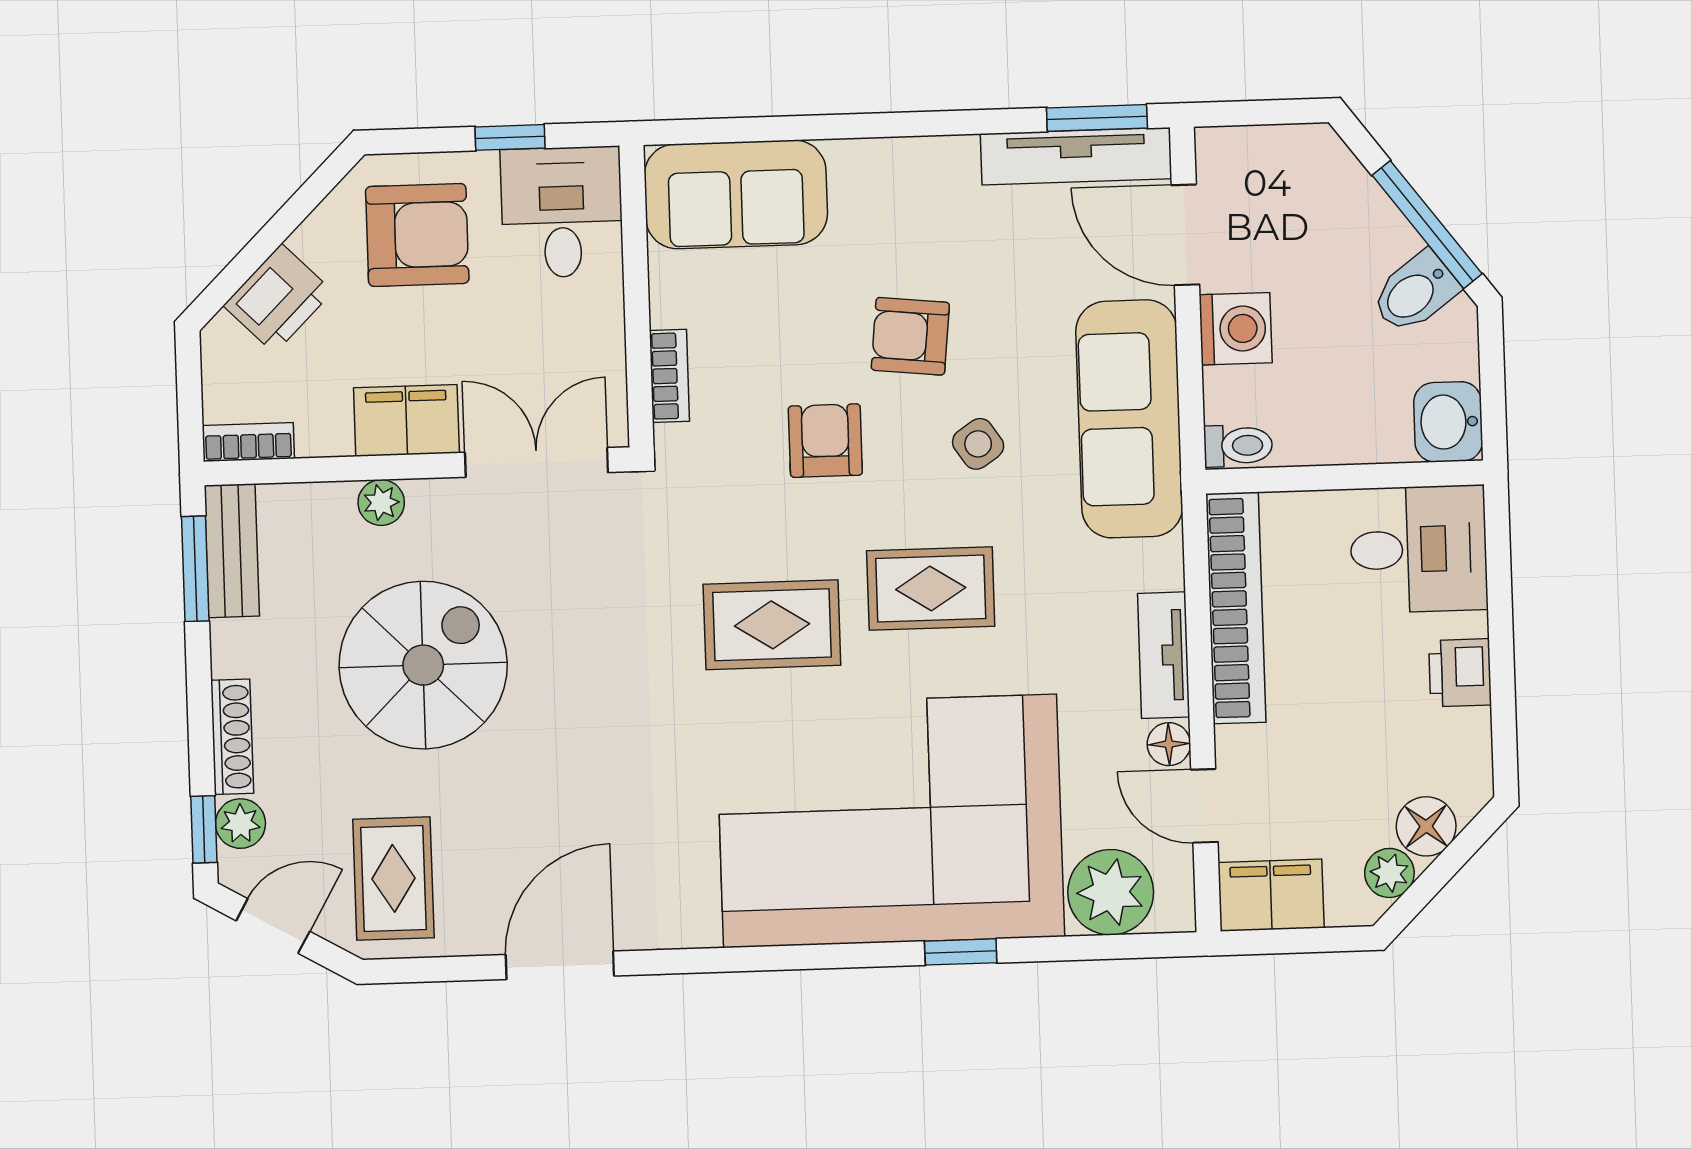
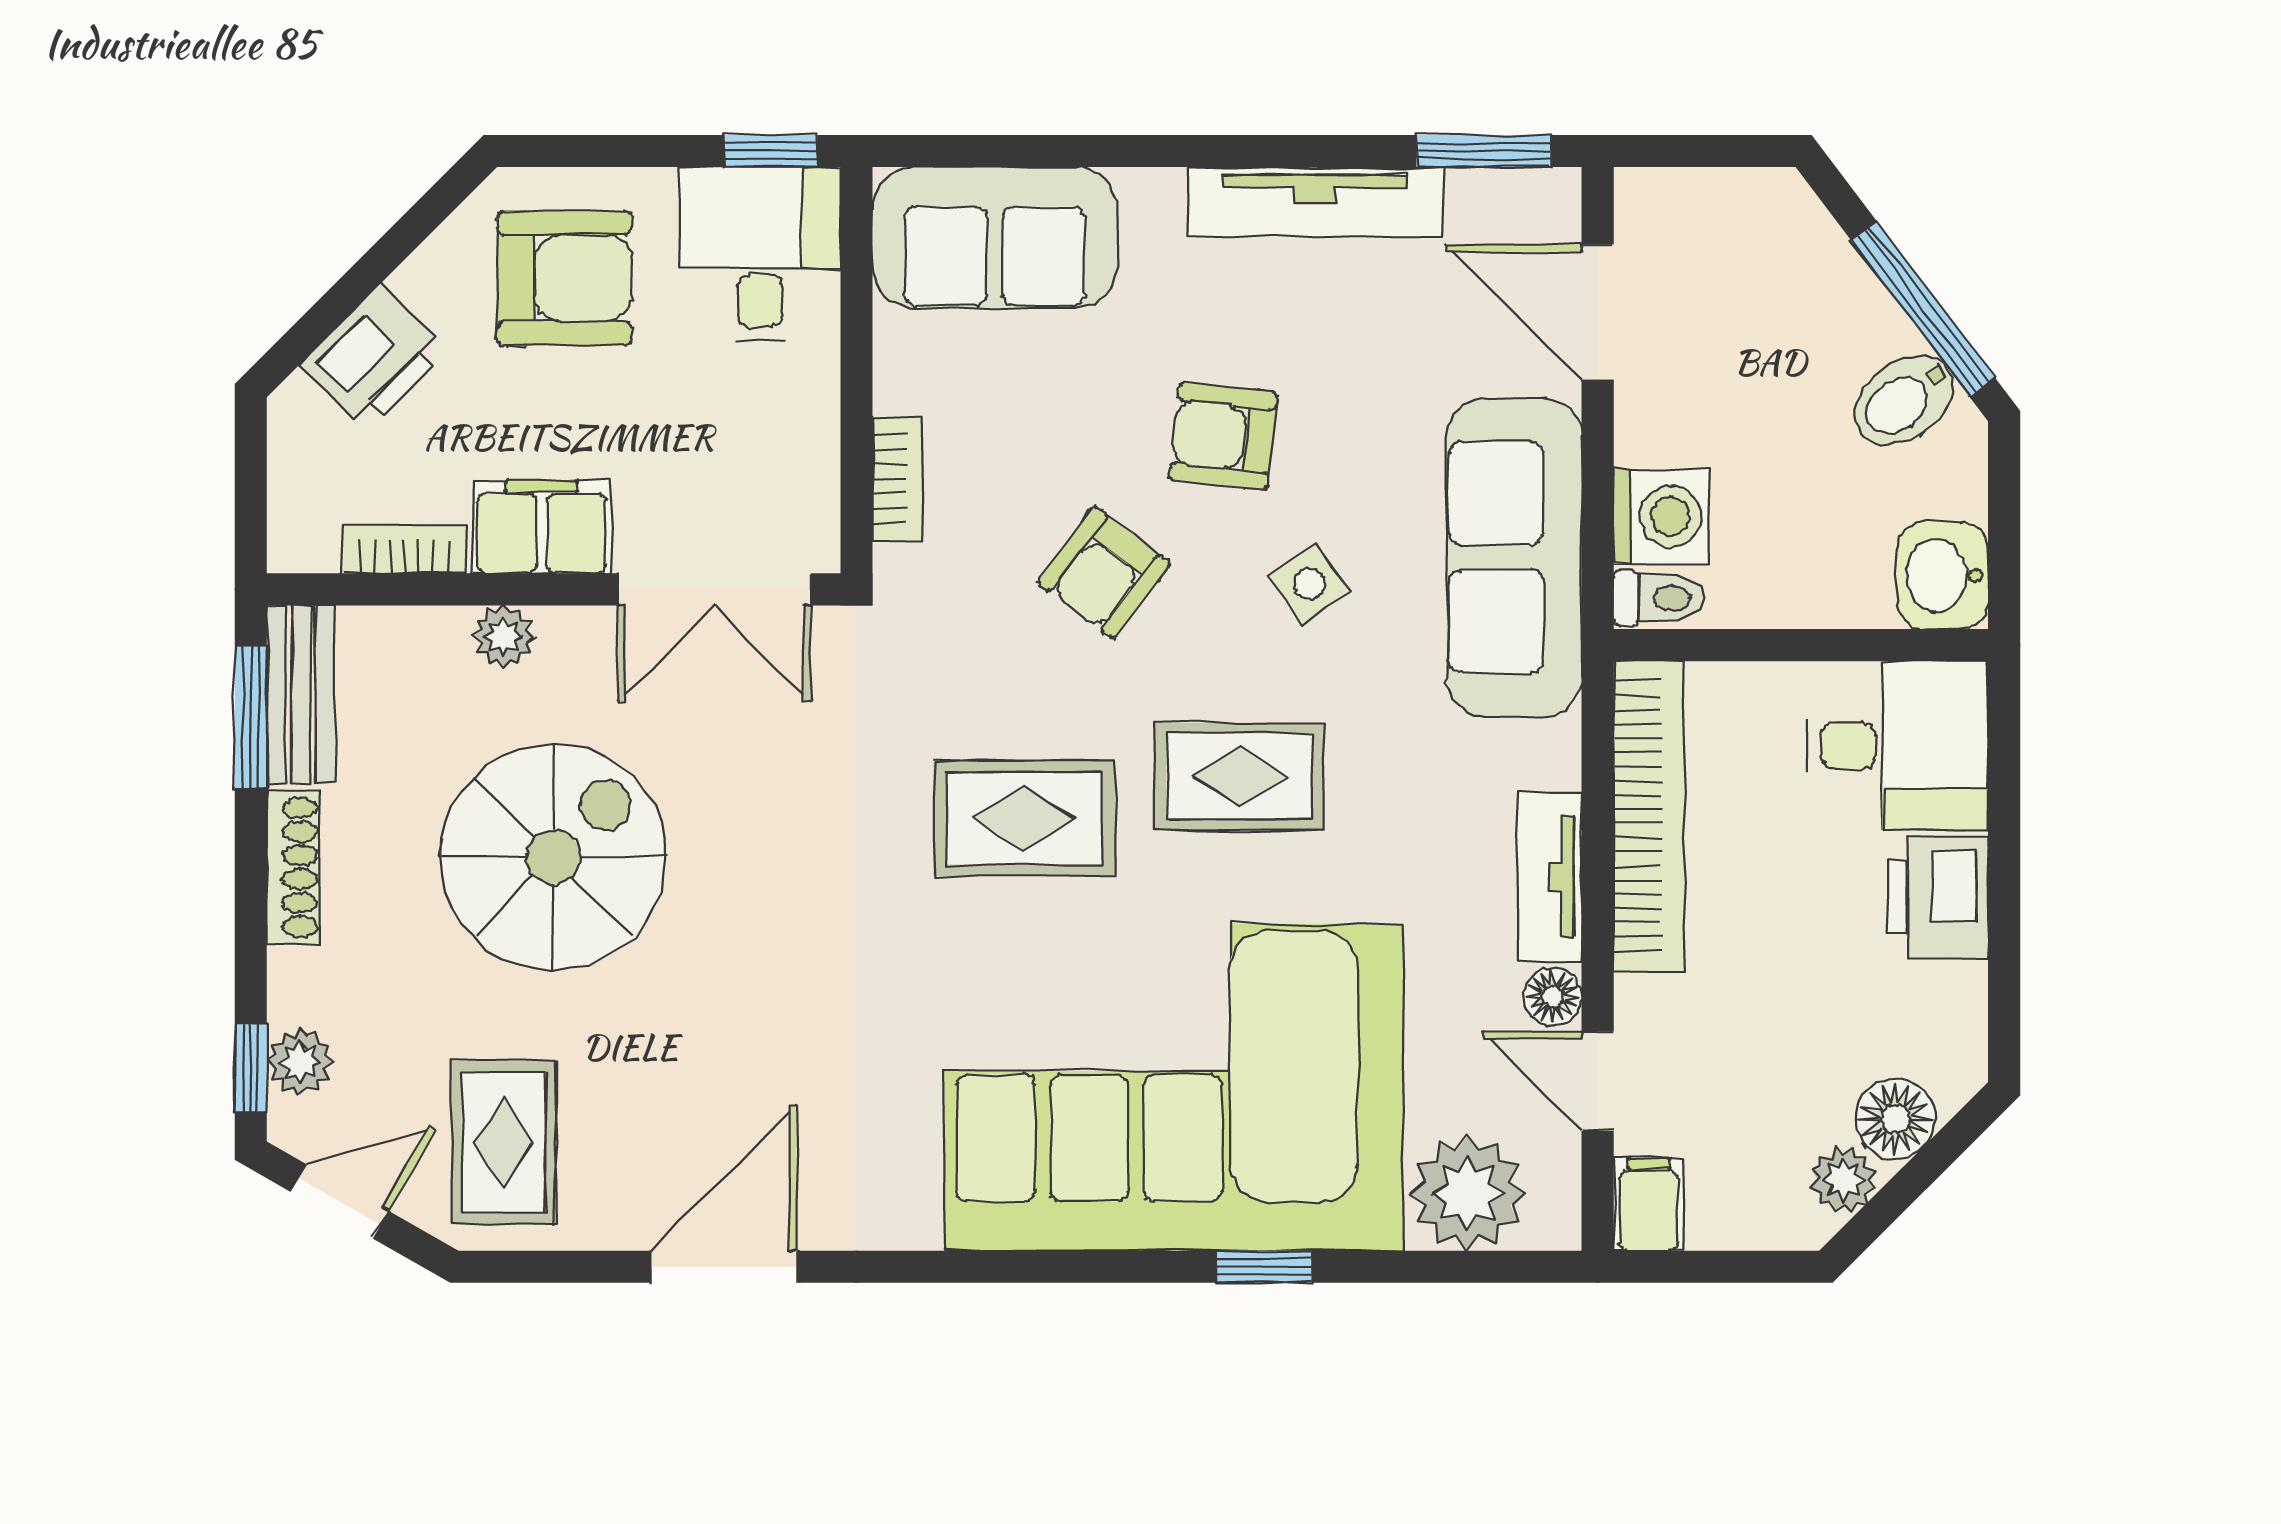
window: (510, 137) -> (771, 151), moved
tv unit: (1076, 156) -> (1315, 202), moved
washing machine: (1236, 329) -> (1661, 516), moved
armchair: (825, 441) -> (1104, 573), turned -143
bookcase: (248, 442) -> (404, 549), moved
double door: (536, 462) -> (715, 589), swing flipped
printer: (1460, 673) -> (1938, 897), width x1.36, depth x1.24
shoe rack: (232, 737) -> (293, 867), moved
filing cabinet: (1271, 895) -> (1648, 1204), width x0.50

